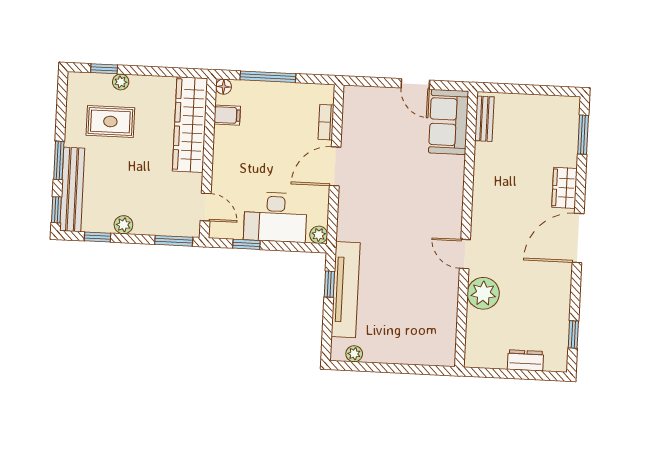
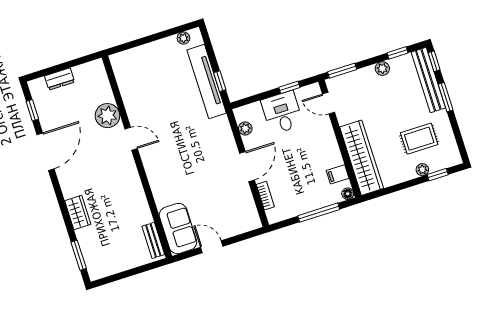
desk: (275, 217) -> (282, 113), width x0.73
plant: (319, 235) -> (245, 128), moved
door: (578, 238) -> (46, 152), moved

